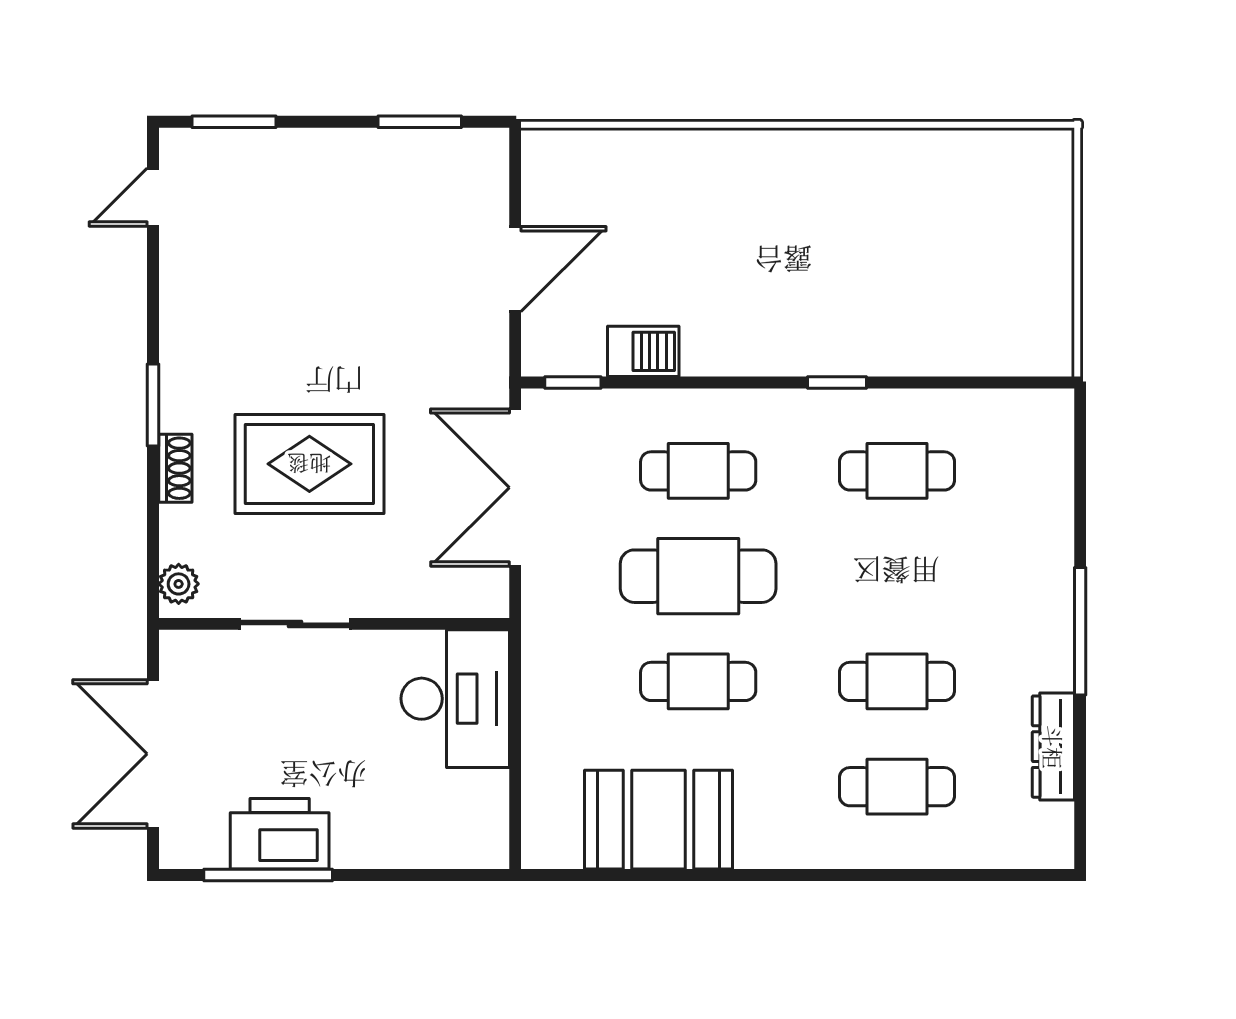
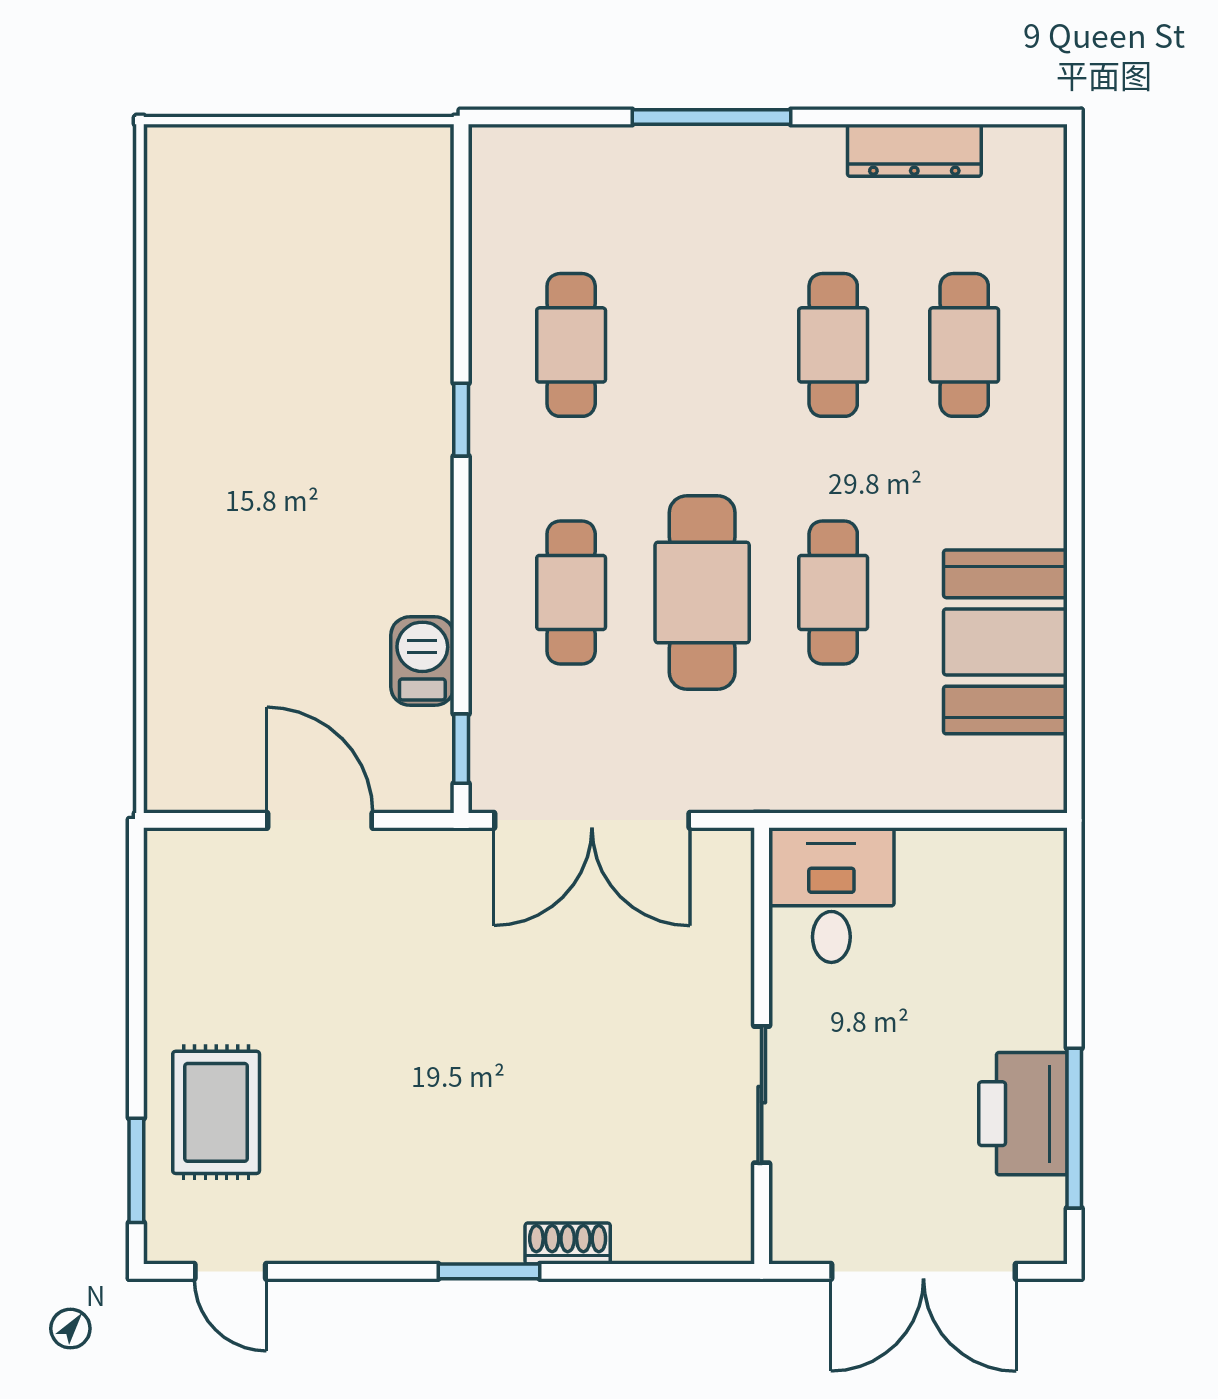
window: (420, 122) -> (136, 939), removed
rug: (309, 464) -> (216, 1112), moved, width x0.73, depth x0.70
plant: (179, 584) -> (712, 1240), removed
window: (1080, 631) -> (712, 117), moved
desk: (455, 699) -> (831, 895), width x0.73

